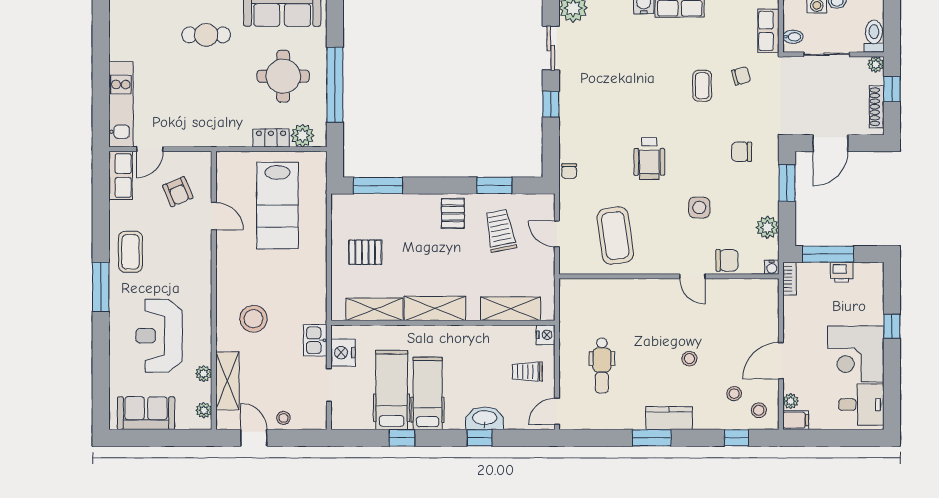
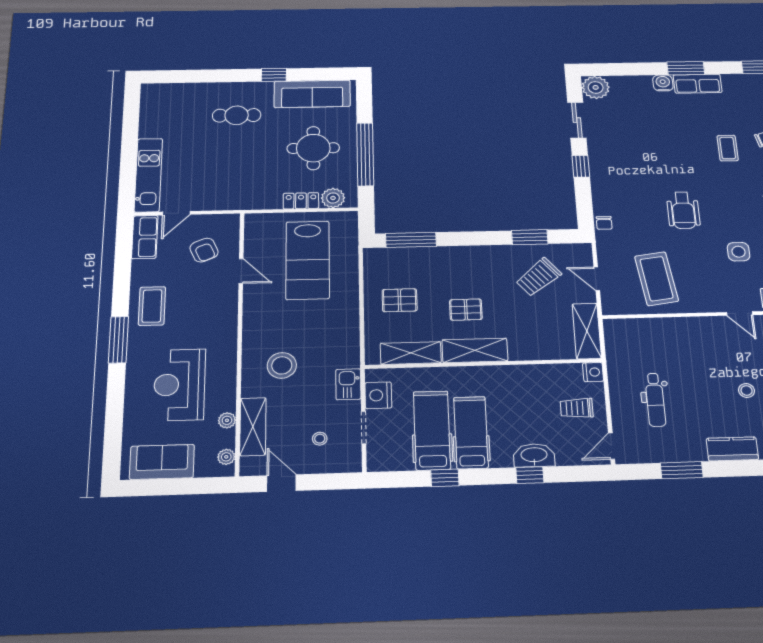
pallet: (453, 213) -> (466, 310), moved, turned 90
trolley: (500, 231) -> (538, 277), turned -119
shelving: (511, 309) -> (587, 331), moved, turned 90
stool: (283, 418) -> (320, 439), moved
window: (652, 438) -> (682, 470), moved

